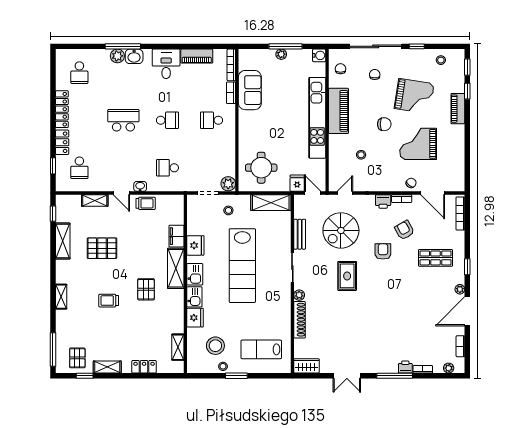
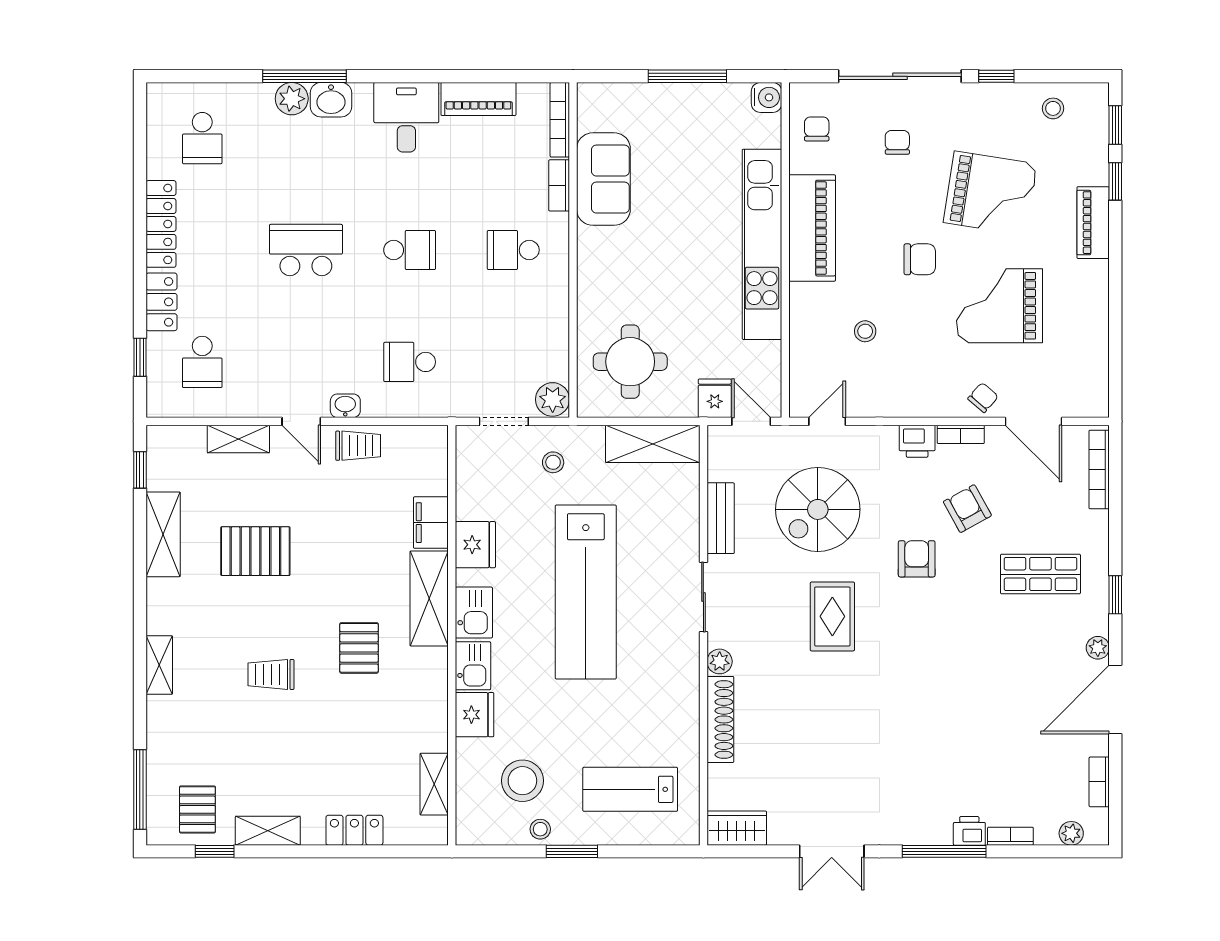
plant: (281, 54) -> (677, 95), removed

